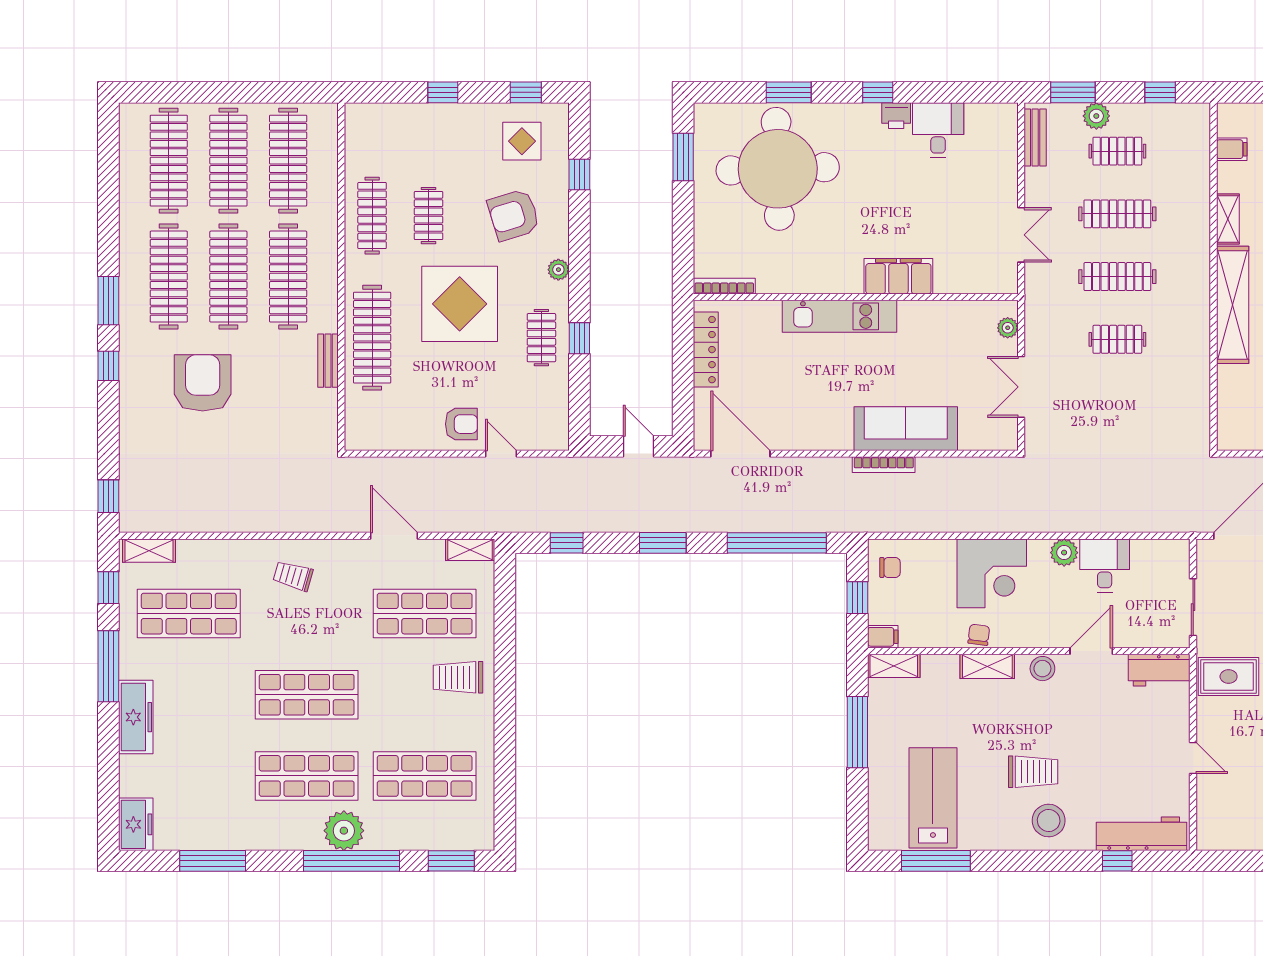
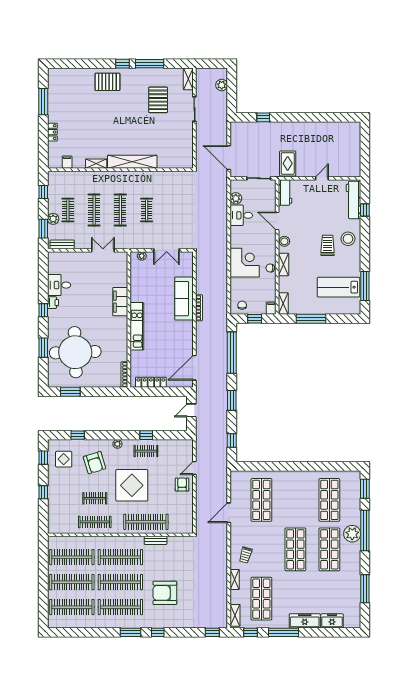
shelving: (470, 550) -> (235, 579), moved
plant: (1064, 553) -> (236, 198), moved
trolley: (458, 677) -> (288, 486), removed
freezer: (136, 824) -> (332, 621), moved

